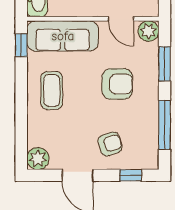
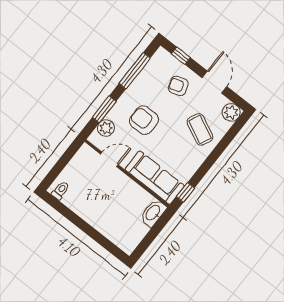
door: (121, 19) -> (109, 159), hinge flipped
plant: (148, 31) -> (106, 128), moved
coffee table: (52, 91) -> (200, 130), moved, turned -64

